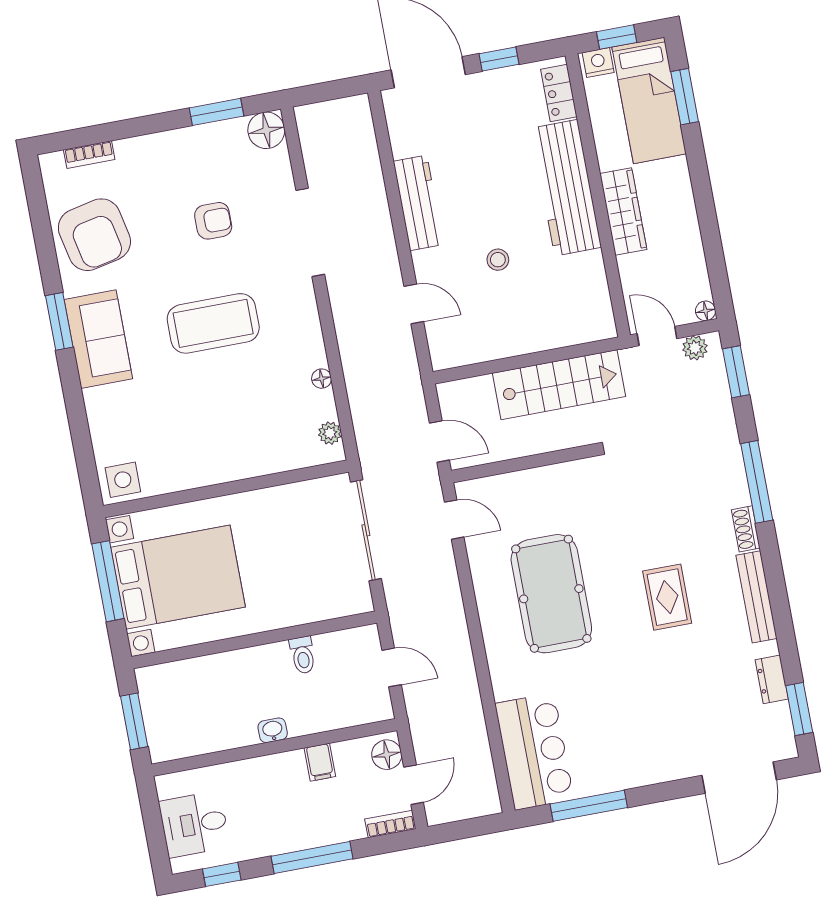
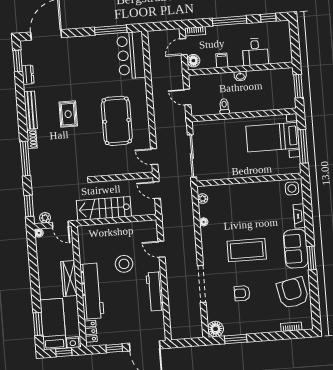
stool: (498, 260) -> (124, 264), width x1.89, depth x1.89
fireplace: (98, 417) -> (299, 216), added
bed with nightstands: (178, 577) -> (273, 137), width x0.73
desk: (194, 824) -> (255, 52), moved, turned 90

